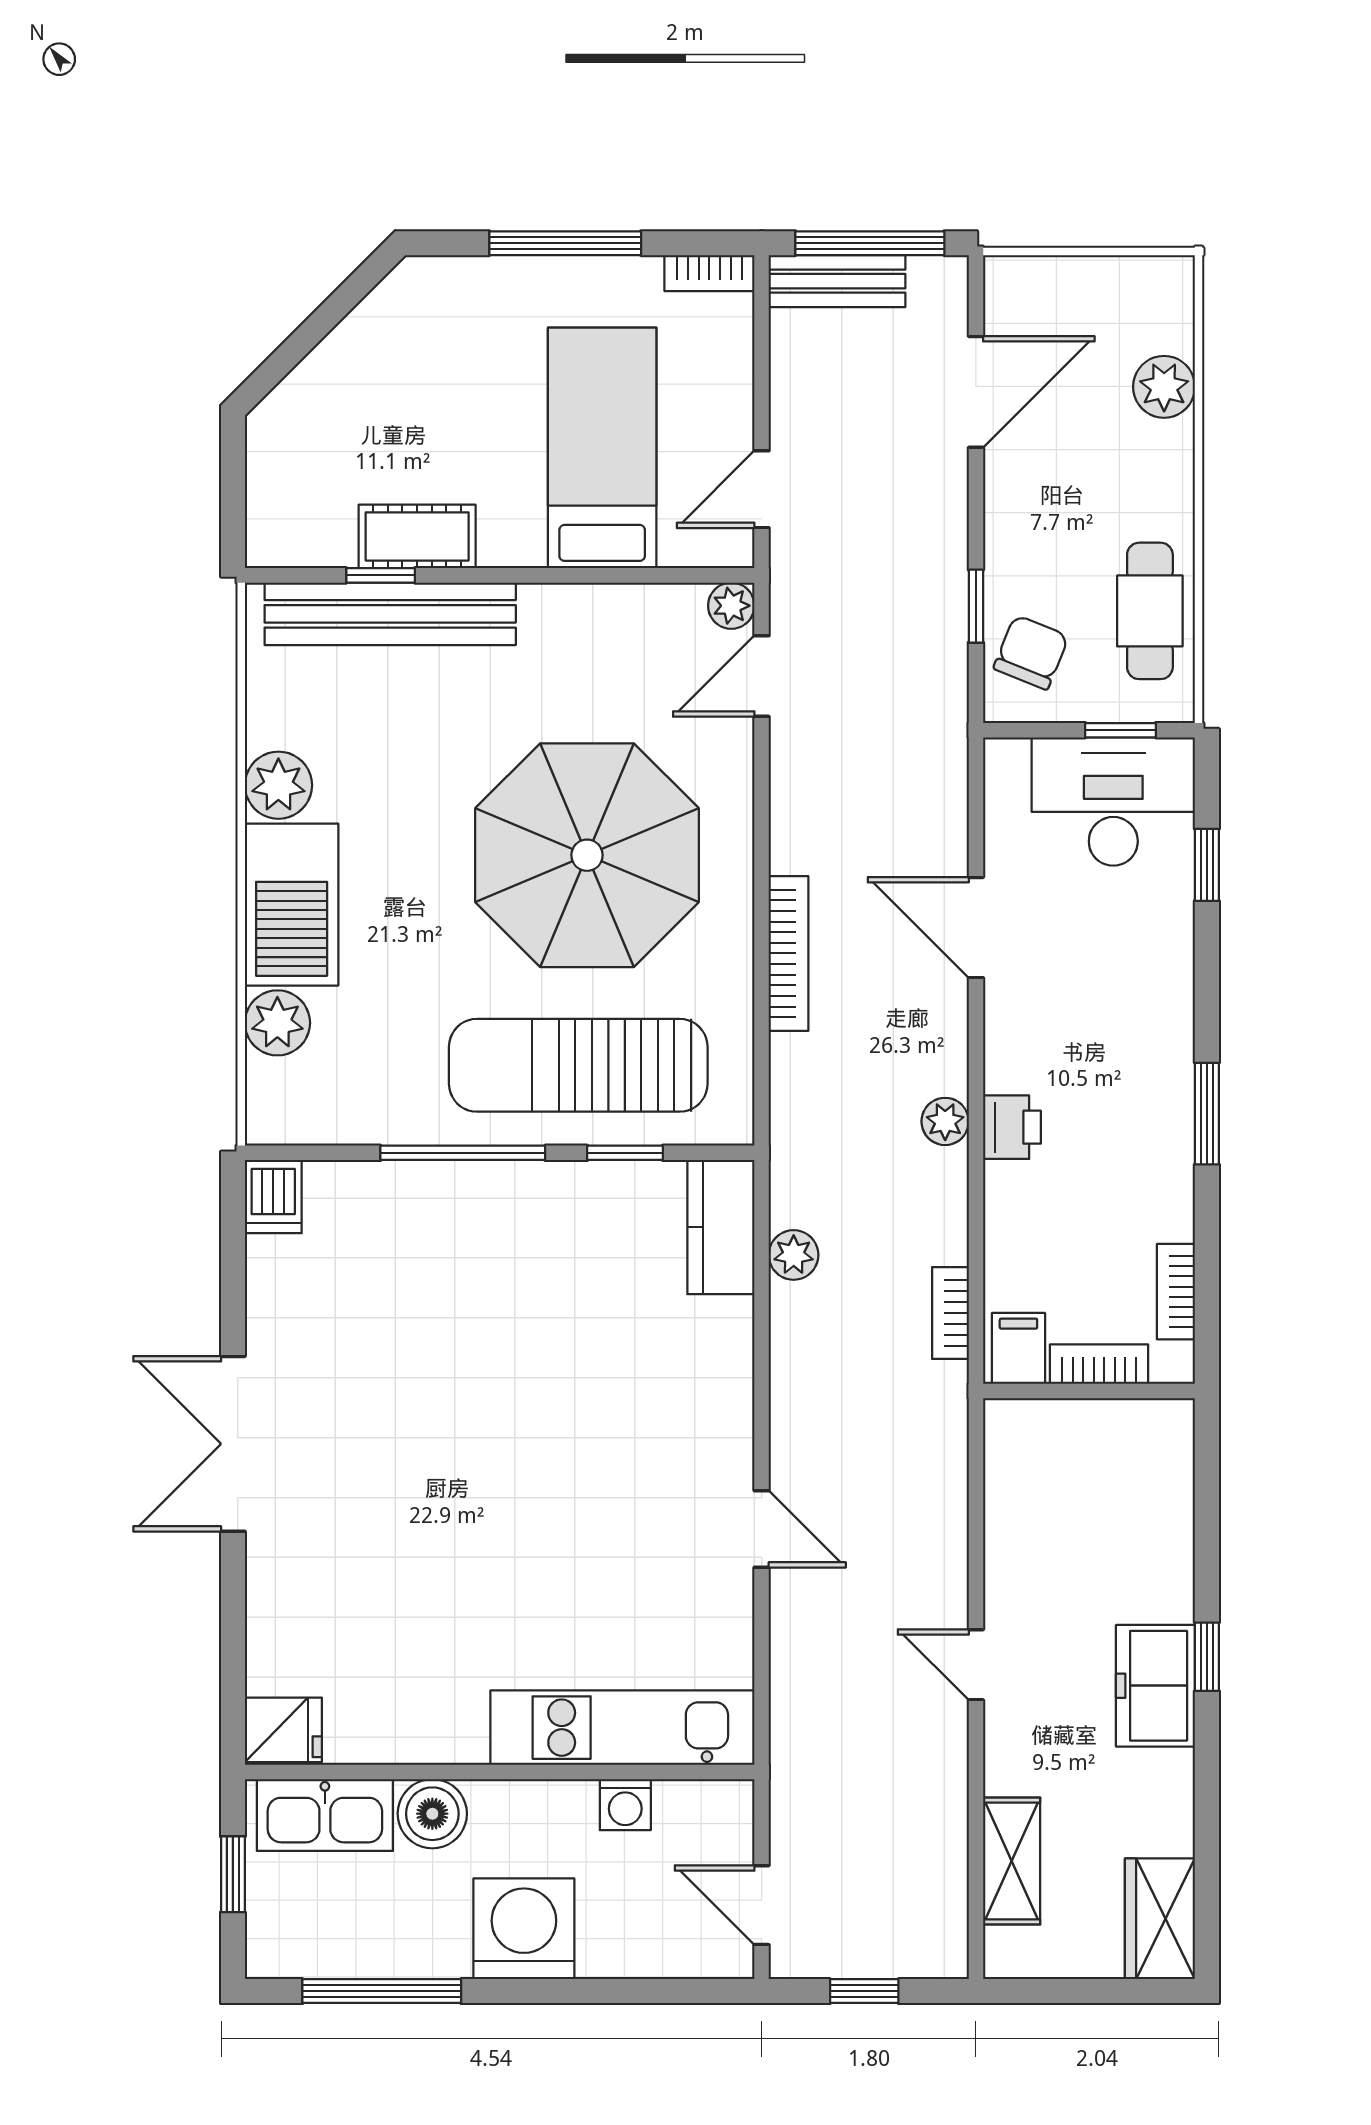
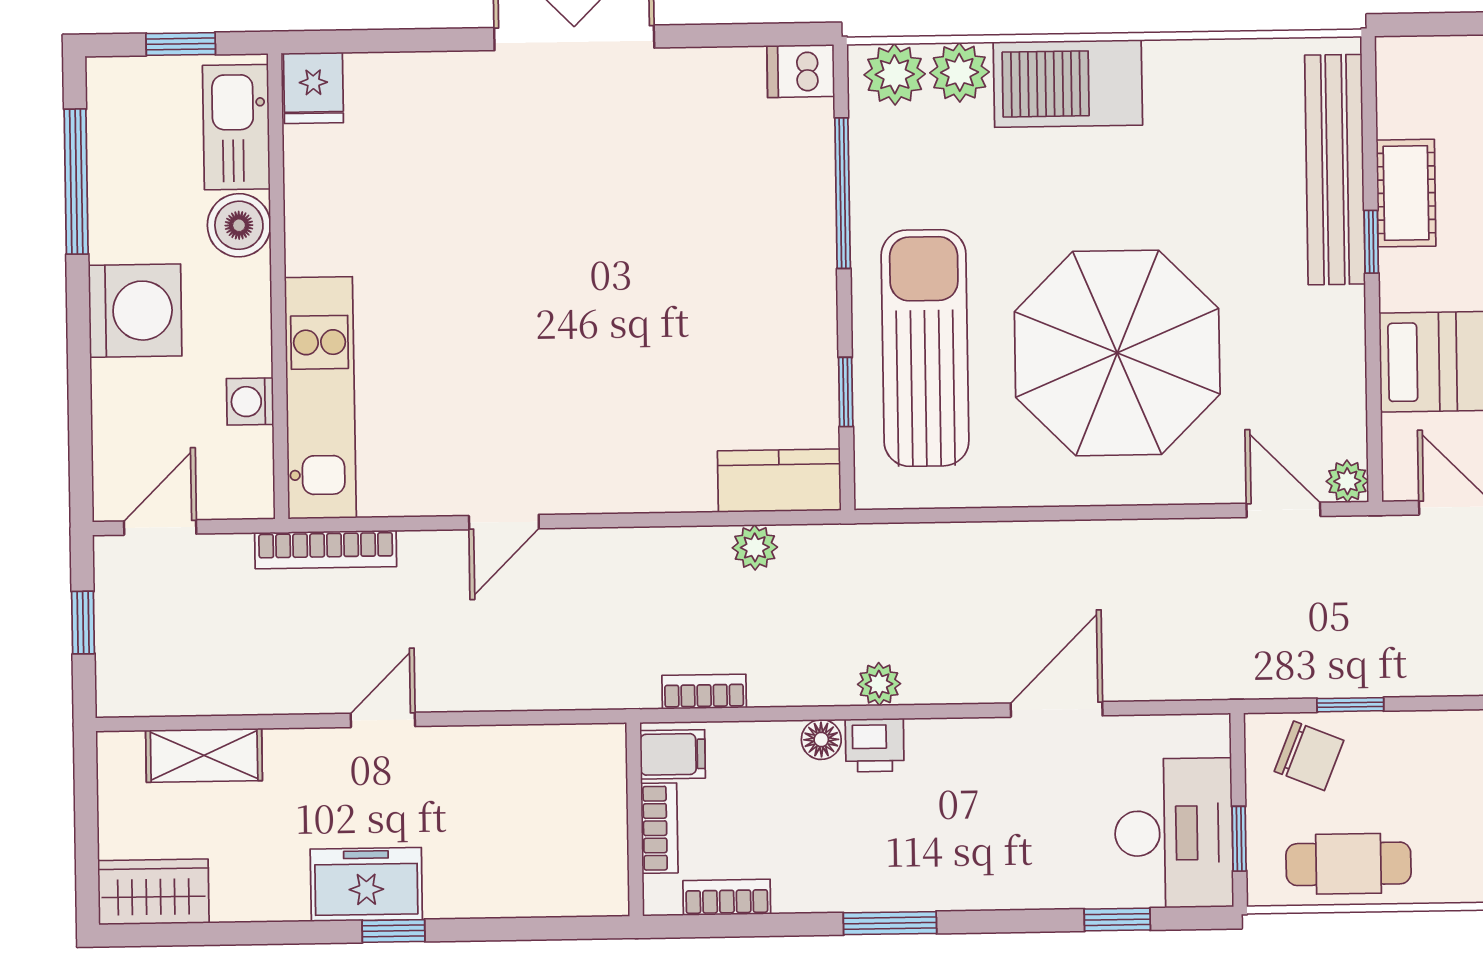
window: (381, 575) -> (1371, 242), moved
plant: (278, 785) -> (895, 74), moved
bookcase: (789, 953) -> (326, 550), moved
window: (463, 1153) -> (843, 193), moved
floor lamp: (1005, 1186) -> (821, 740), added

